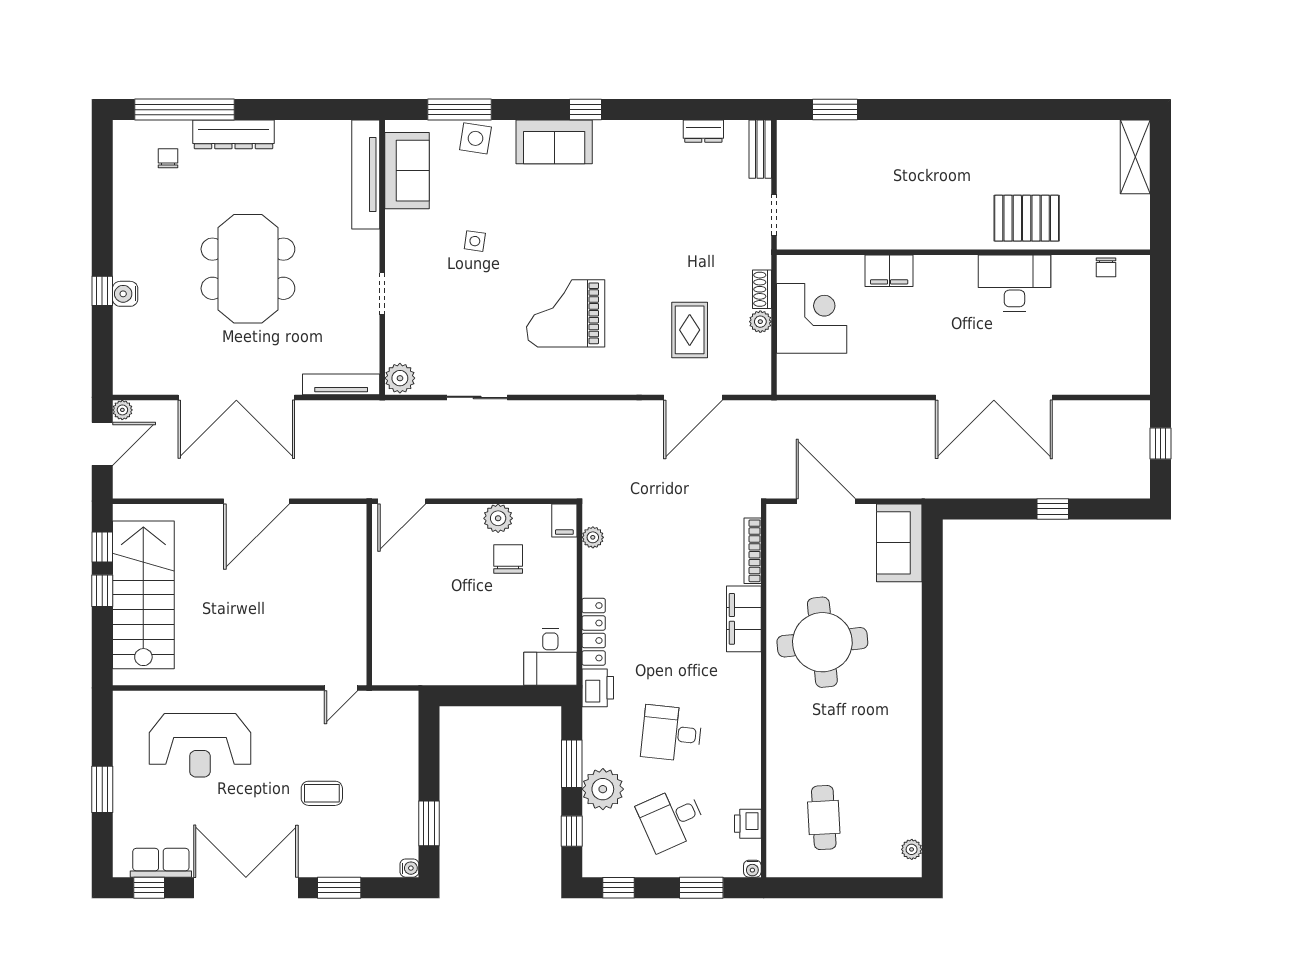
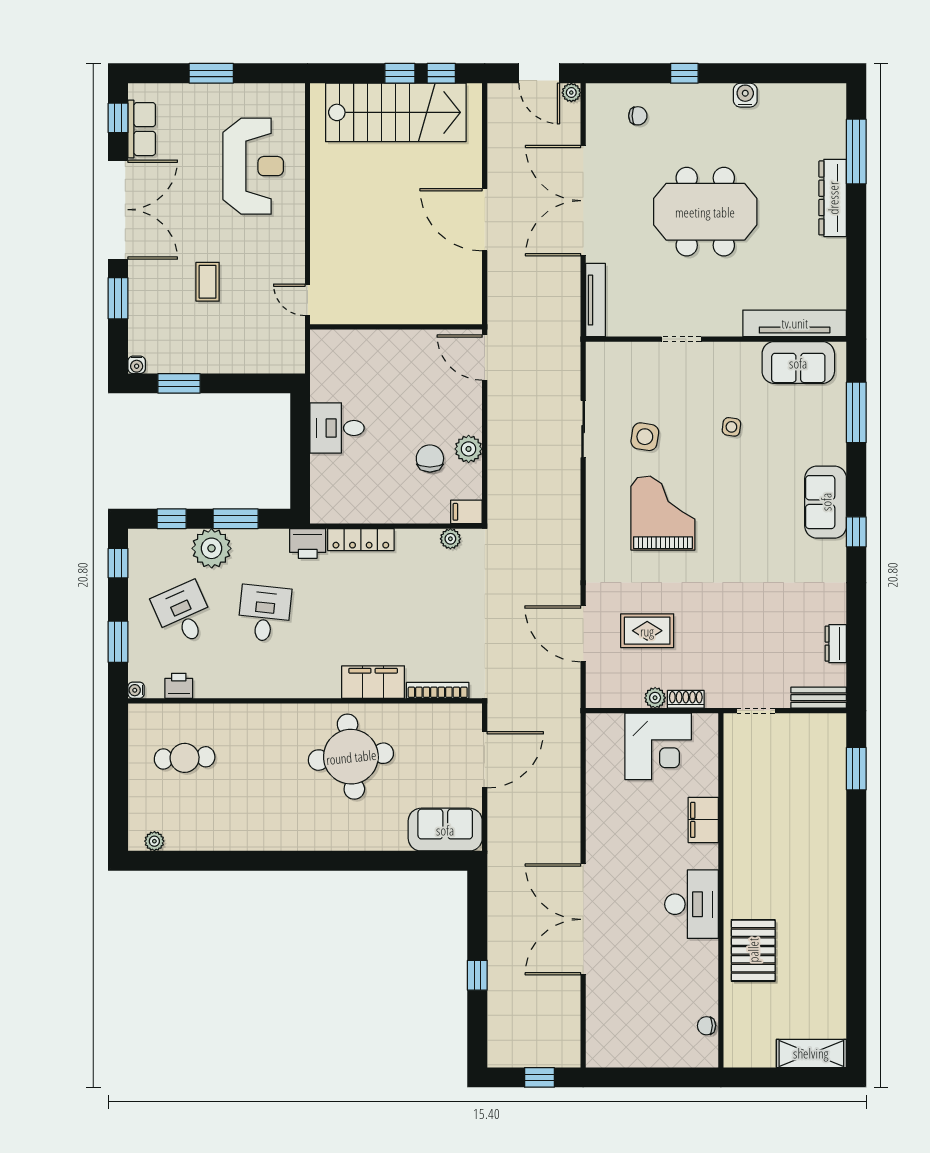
window: (185, 110) -> (856, 151), width x0.68
side table: (475, 138) -> (645, 437), moved
chair: (168, 158) -> (638, 116), moved
desk: (1014, 283) -> (692, 904), moved
water cooler: (125, 294) -> (745, 95), moved
plant: (400, 378) -> (601, 356), removed
chair: (508, 559) -> (430, 458), turned -90
desk: (550, 657) -> (337, 428), moved
reception desk: (200, 745) -> (253, 166), turned 180

